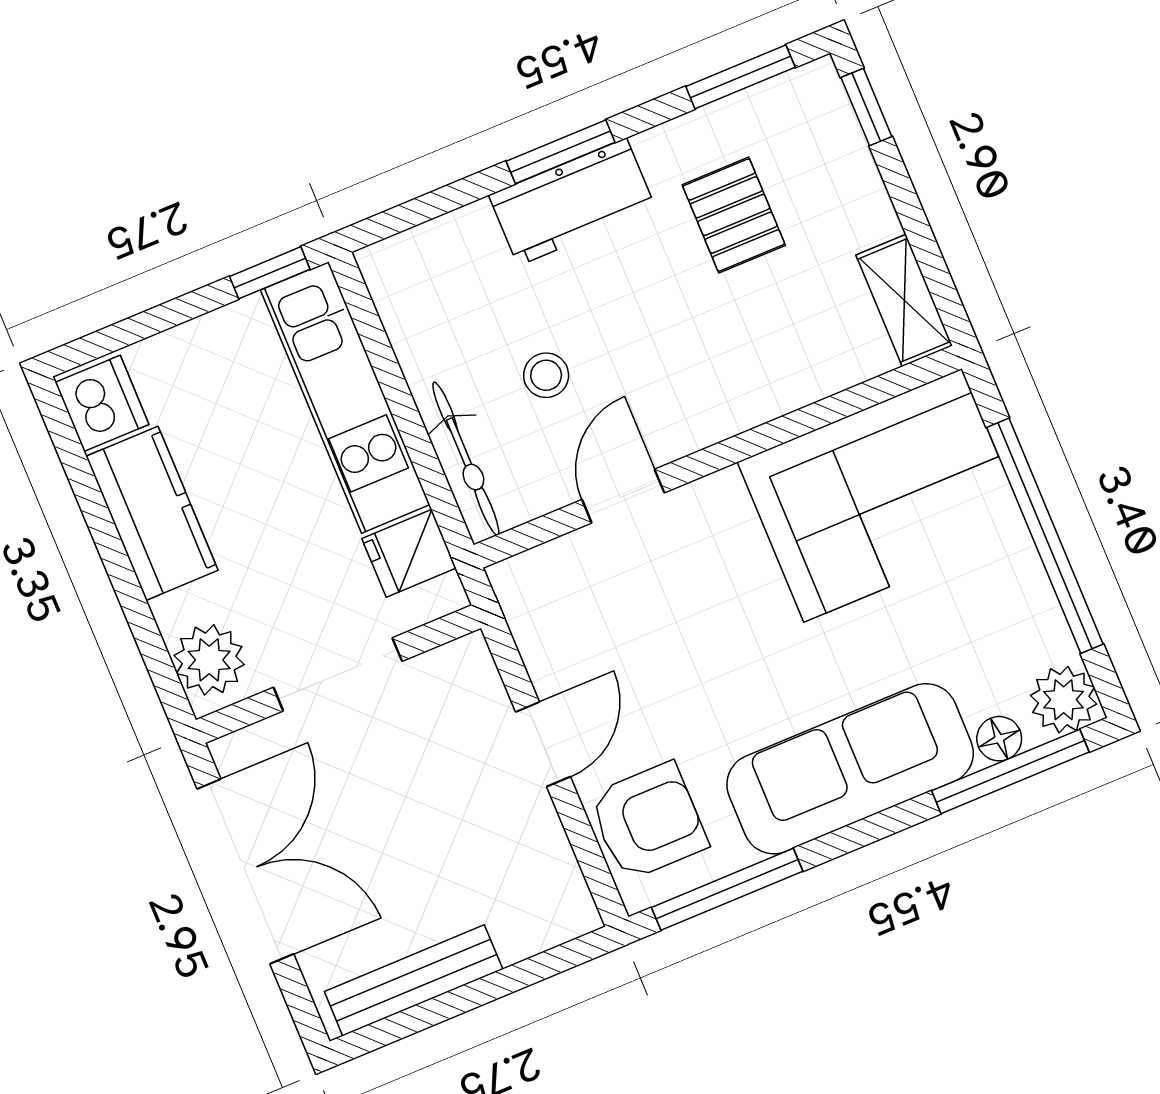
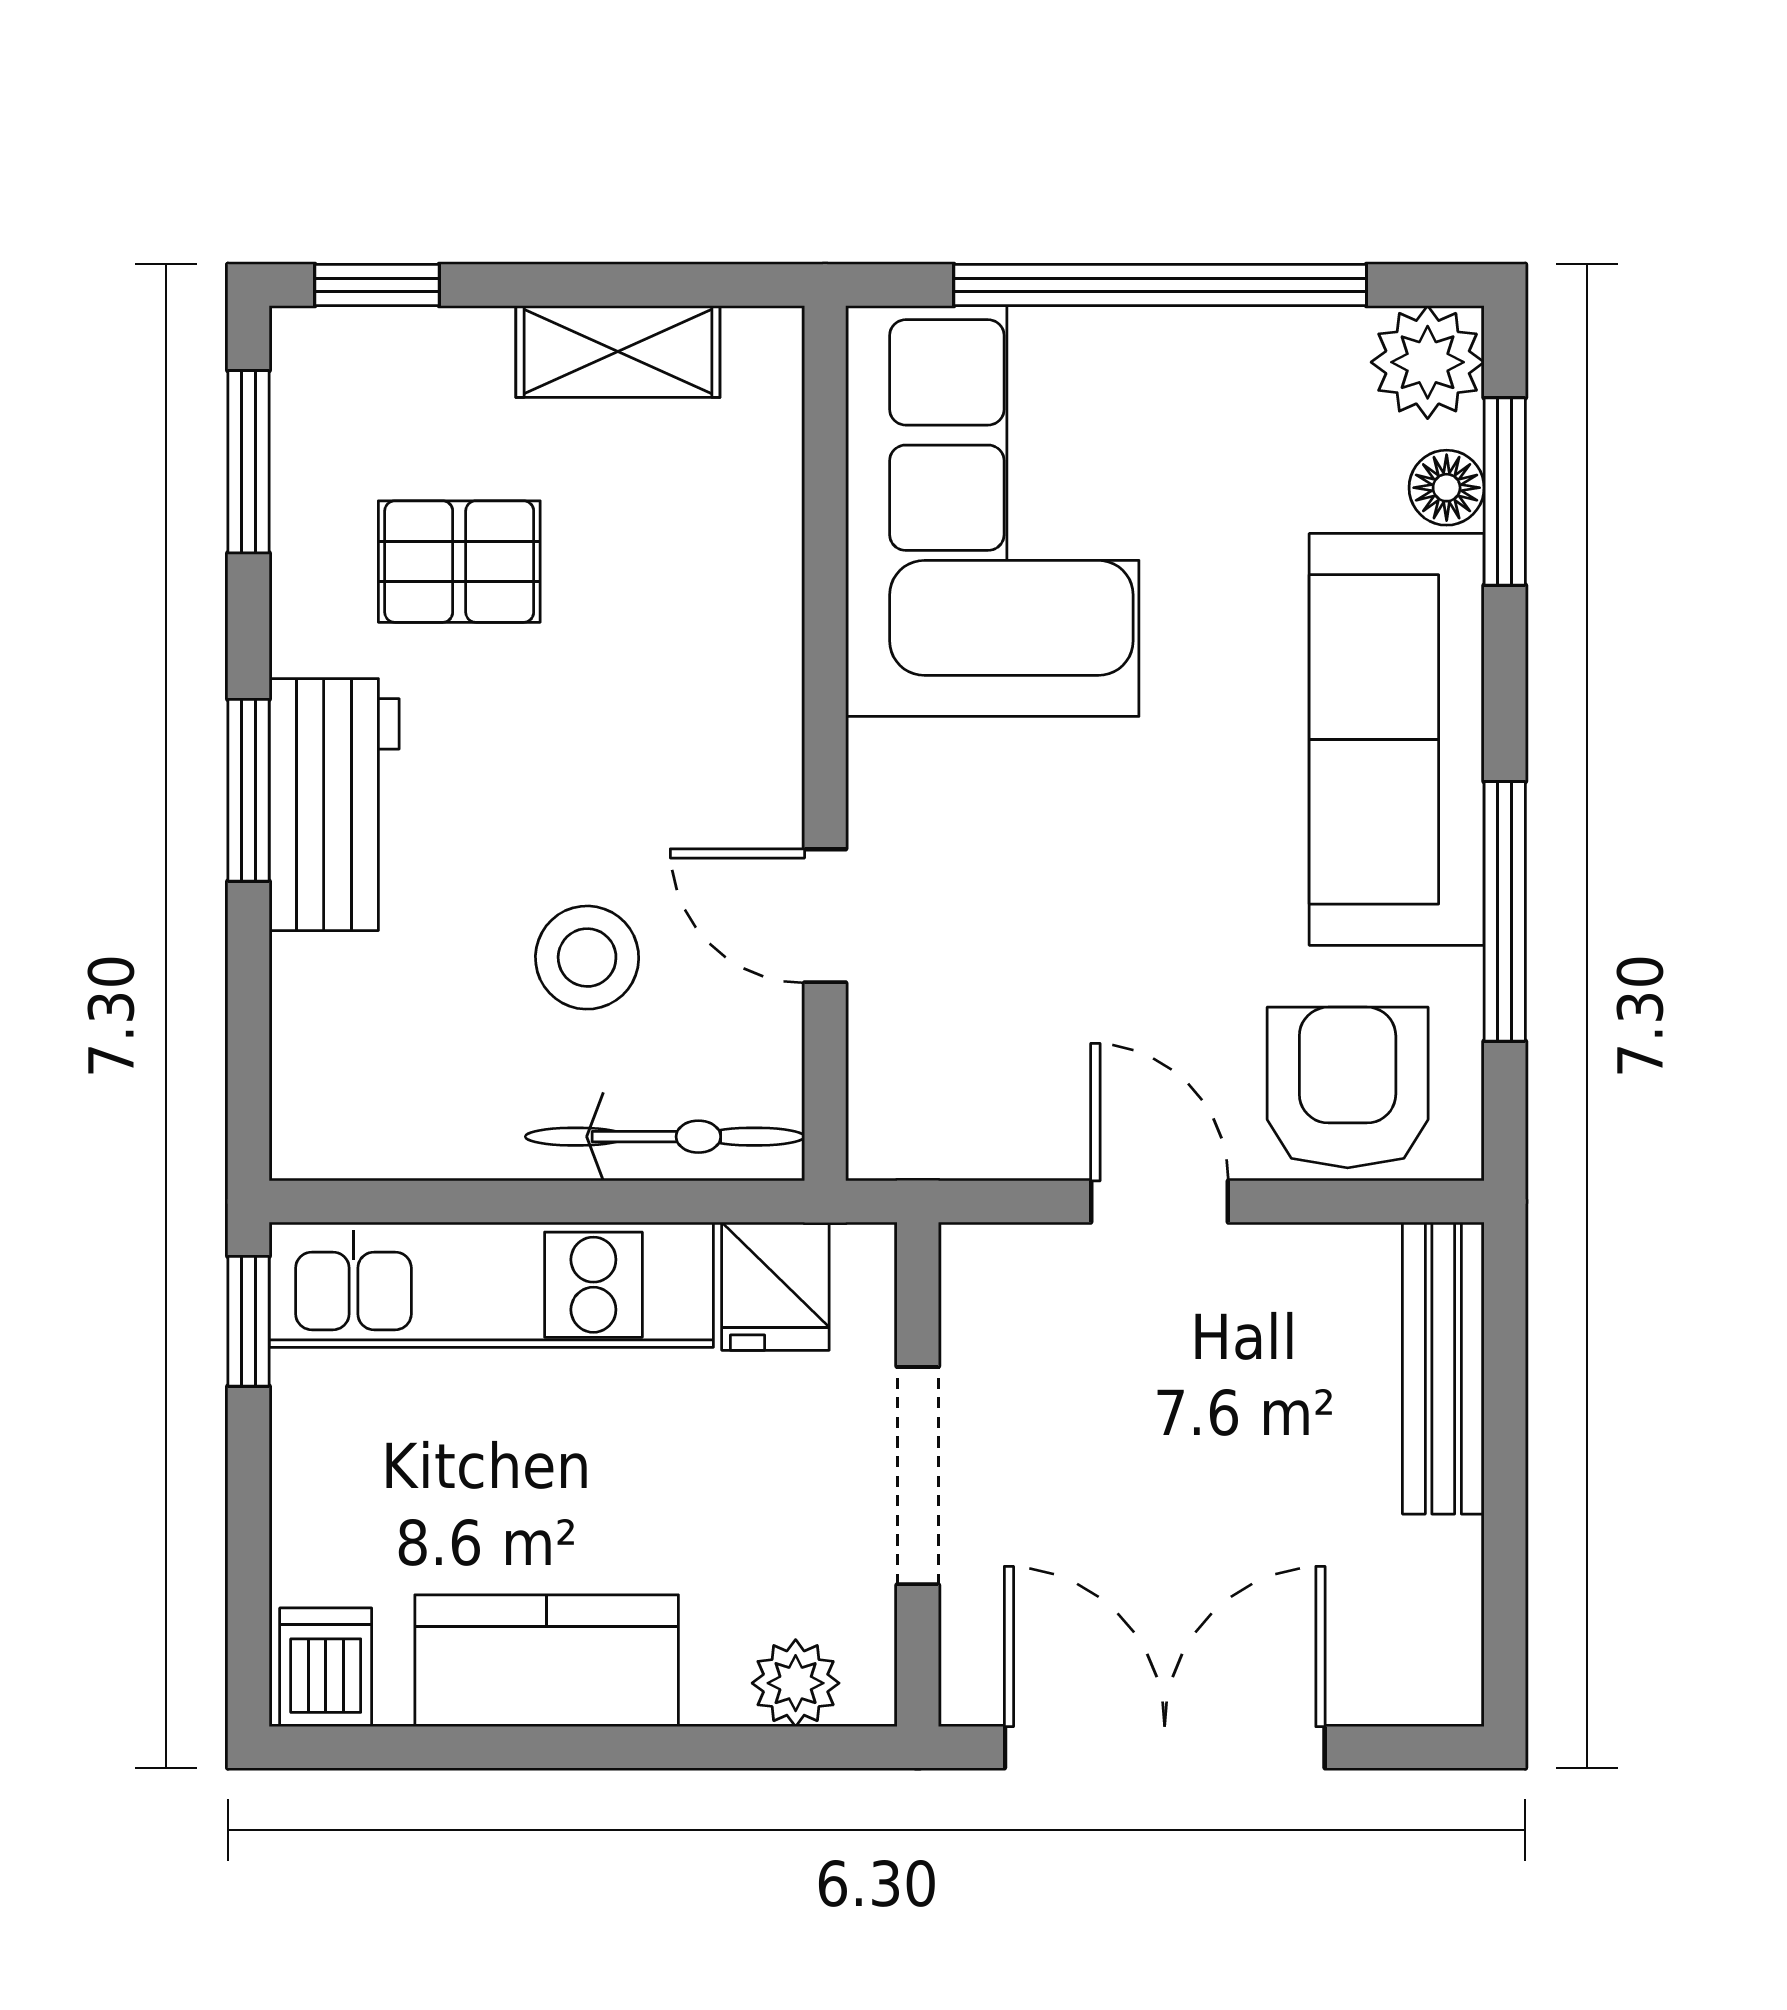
shelving: (904, 300) -> (618, 352), moved
stool: (546, 375) -> (587, 958), width x1.37, depth x1.37
dishwasher: (102, 403) -> (326, 1667), width x0.73
plant: (209, 660) -> (796, 1683), width x0.73, depth x0.73
window: (1010, 771) -> (1505, 491), width x0.69
window: (727, 889) -> (1505, 911), moved
bench: (414, 980) -> (1443, 1368), moved

